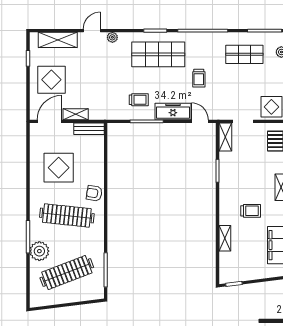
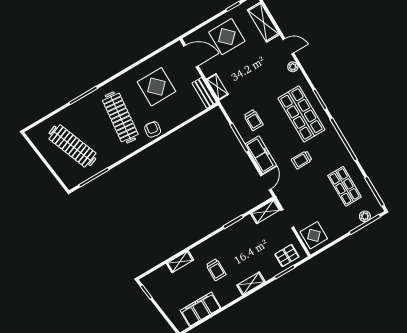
shelving: (76, 114) -> (217, 87), moved
plant: (39, 251) -> (77, 112), removed

